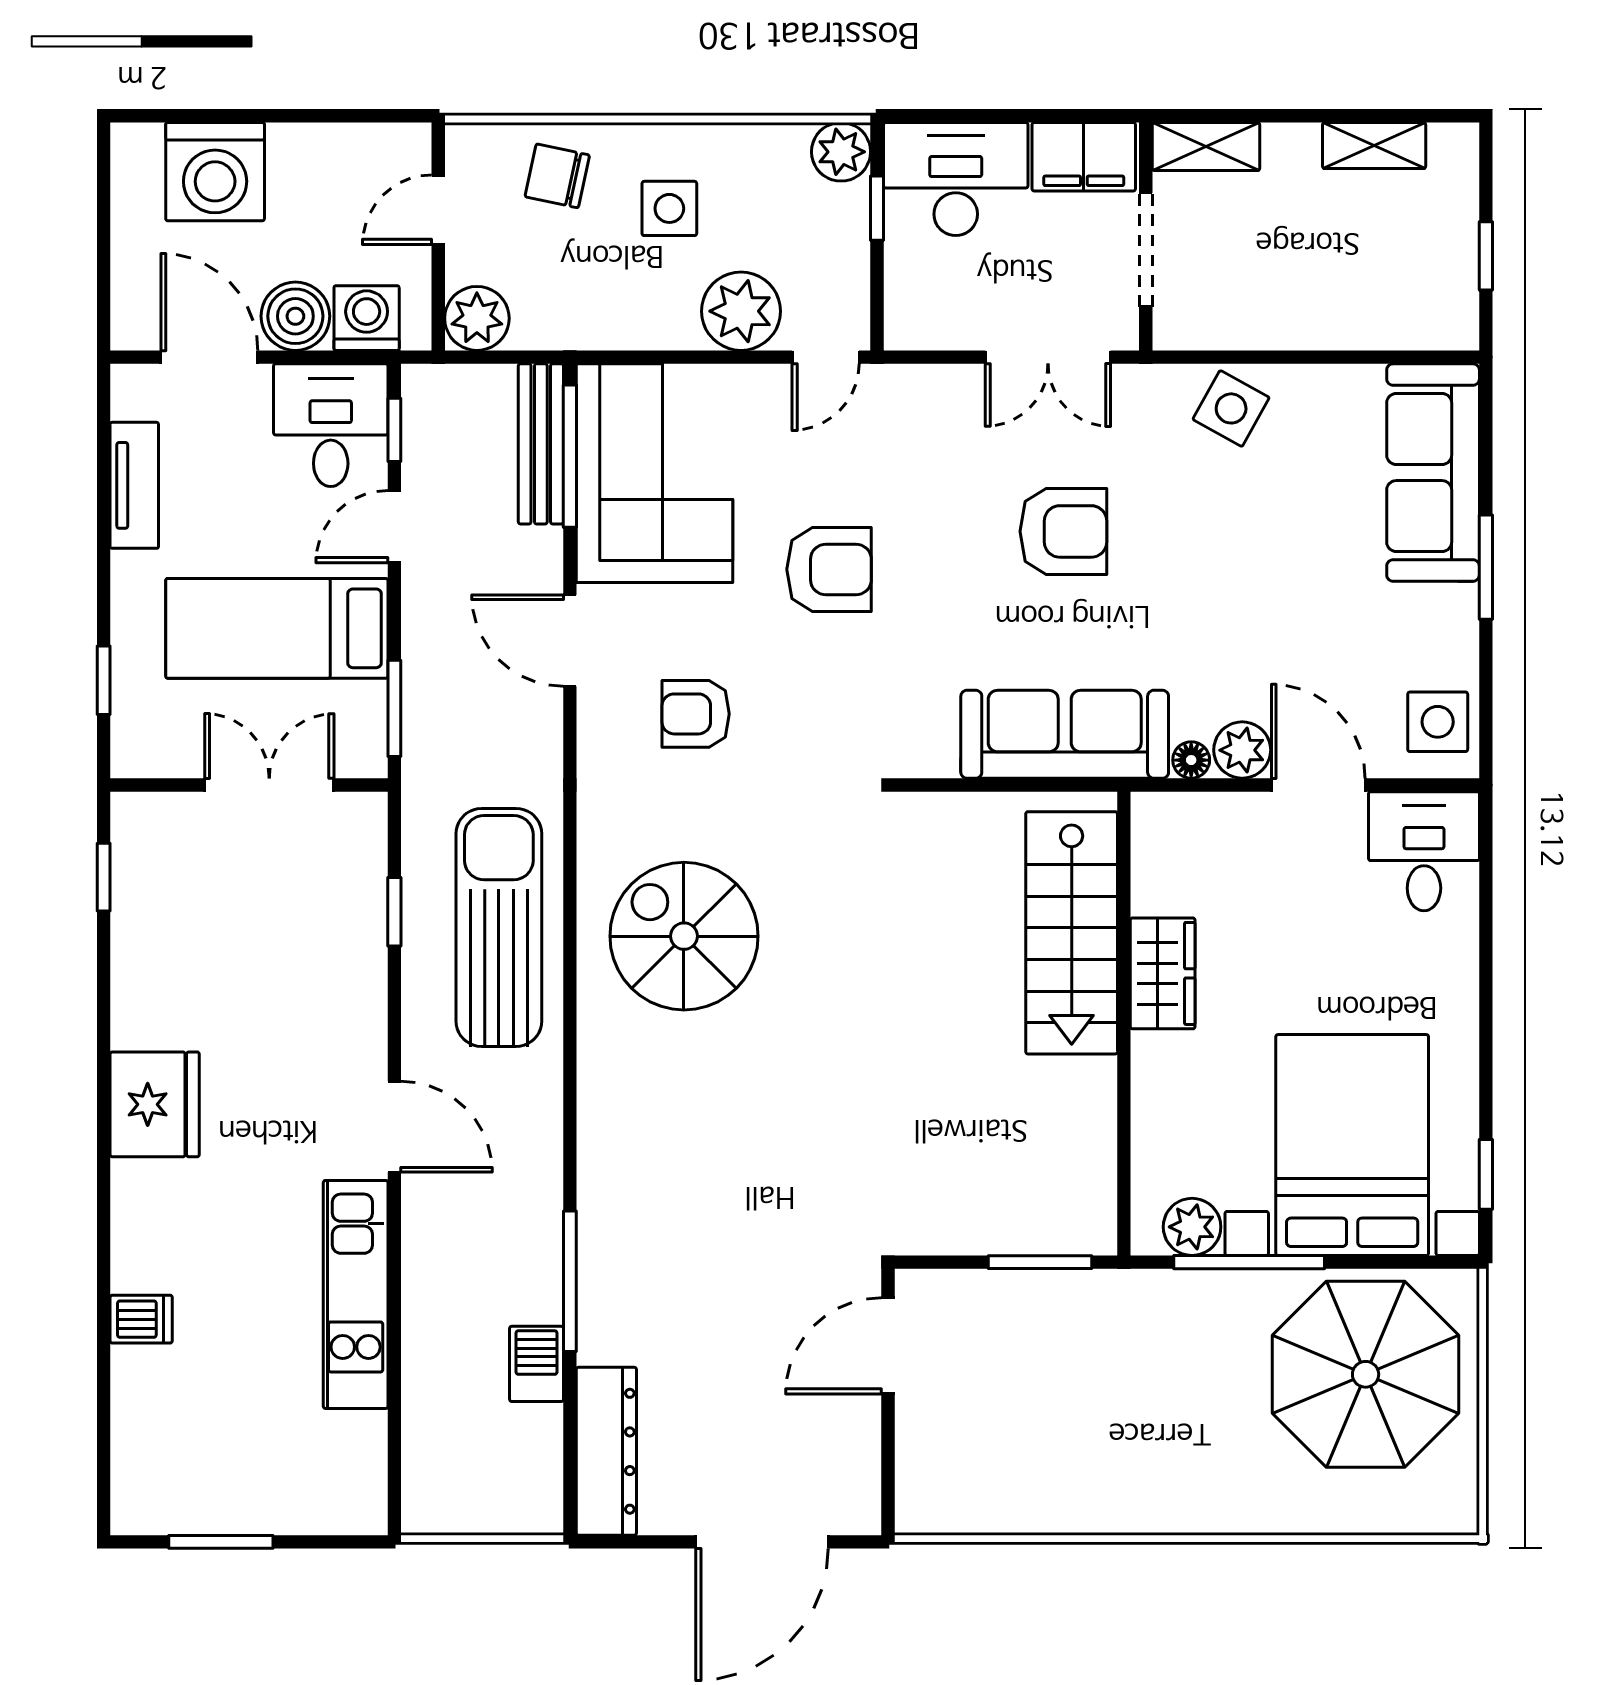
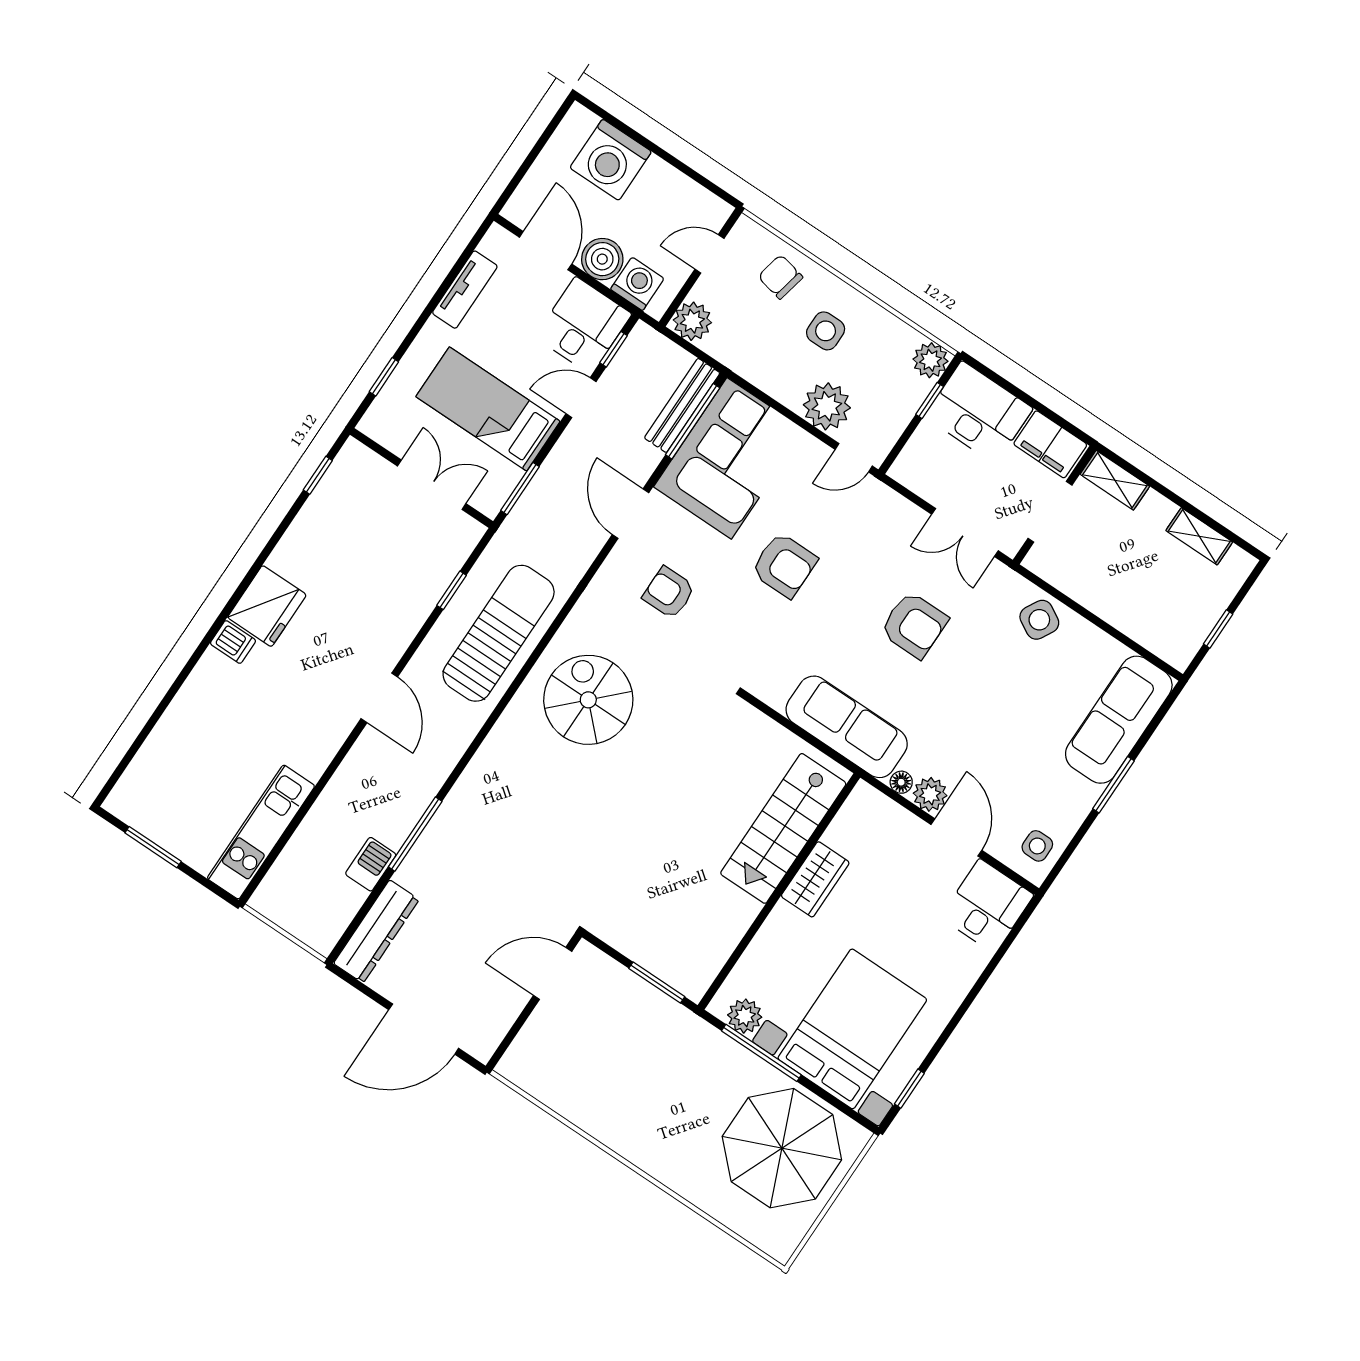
side table: (1438, 722) -> (1037, 846), width x0.73, depth x0.73
kitchen unit: (356, 1294) -> (261, 832), moved
dishwasher: (141, 1319) -> (233, 642), moved

